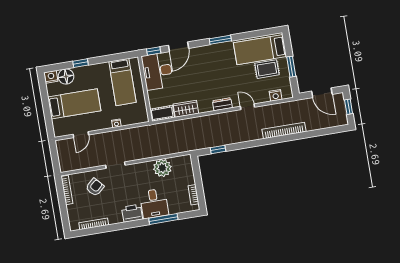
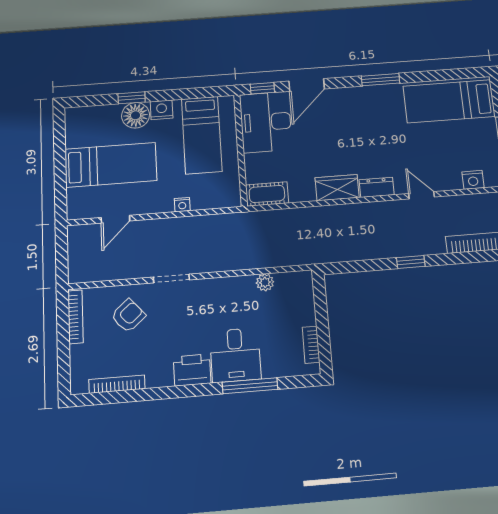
rug: (267, 69) -> (460, 134), removed
floor lamp: (66, 76) -> (136, 115), moved
nightstand: (51, 77) -> (162, 110), moved
wardrobe: (186, 109) -> (337, 188), moved
window: (218, 149) -> (411, 262), moved
plant: (162, 168) -> (265, 282), width x0.53, depth x0.53

